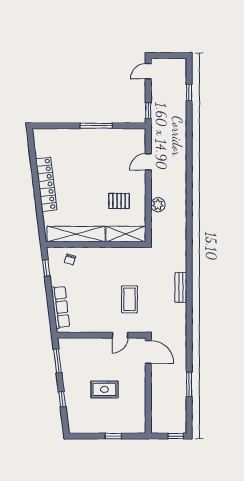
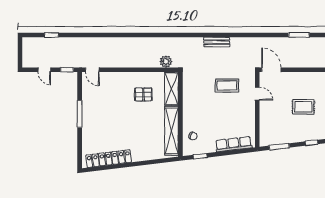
door: (148, 71) -> (44, 70), moved
door: (148, 162) -> (92, 70), moved
locker: (46, 184) -> (109, 159), moved
pallet: (119, 201) -> (143, 94), turned 90
plant: (158, 205) -> (166, 61), moved
door: (148, 352) -> (271, 70), hinge flipped
rug: (104, 389) -> (303, 107), turned 90

